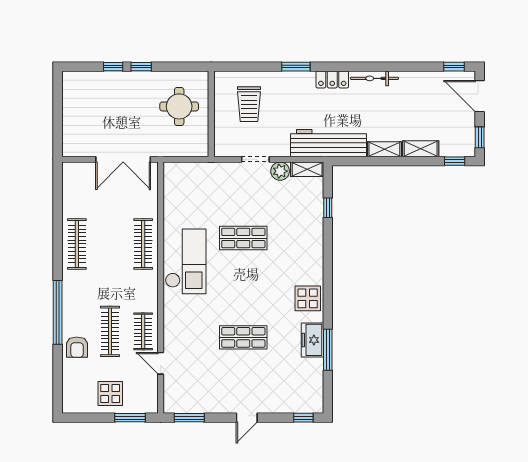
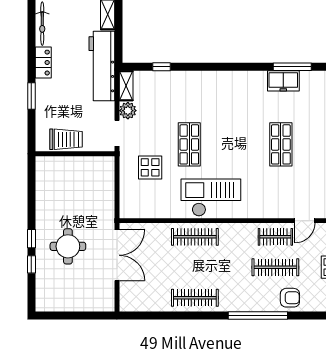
round table: (179, 106) -> (68, 246), moved
wall: (211, 114) -> (75, 154), moved
display table: (308, 298) -> (150, 167), moved

